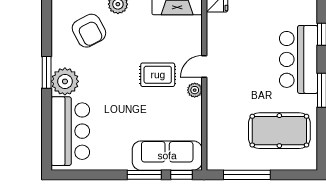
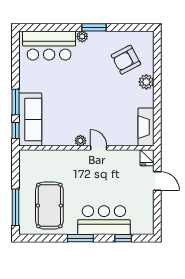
rug: (158, 75) -> (92, 112), removed
plant: (65, 81) -> (82, 36), width x0.53, depth x0.53
window: (247, 175) -> (16, 207), moved

